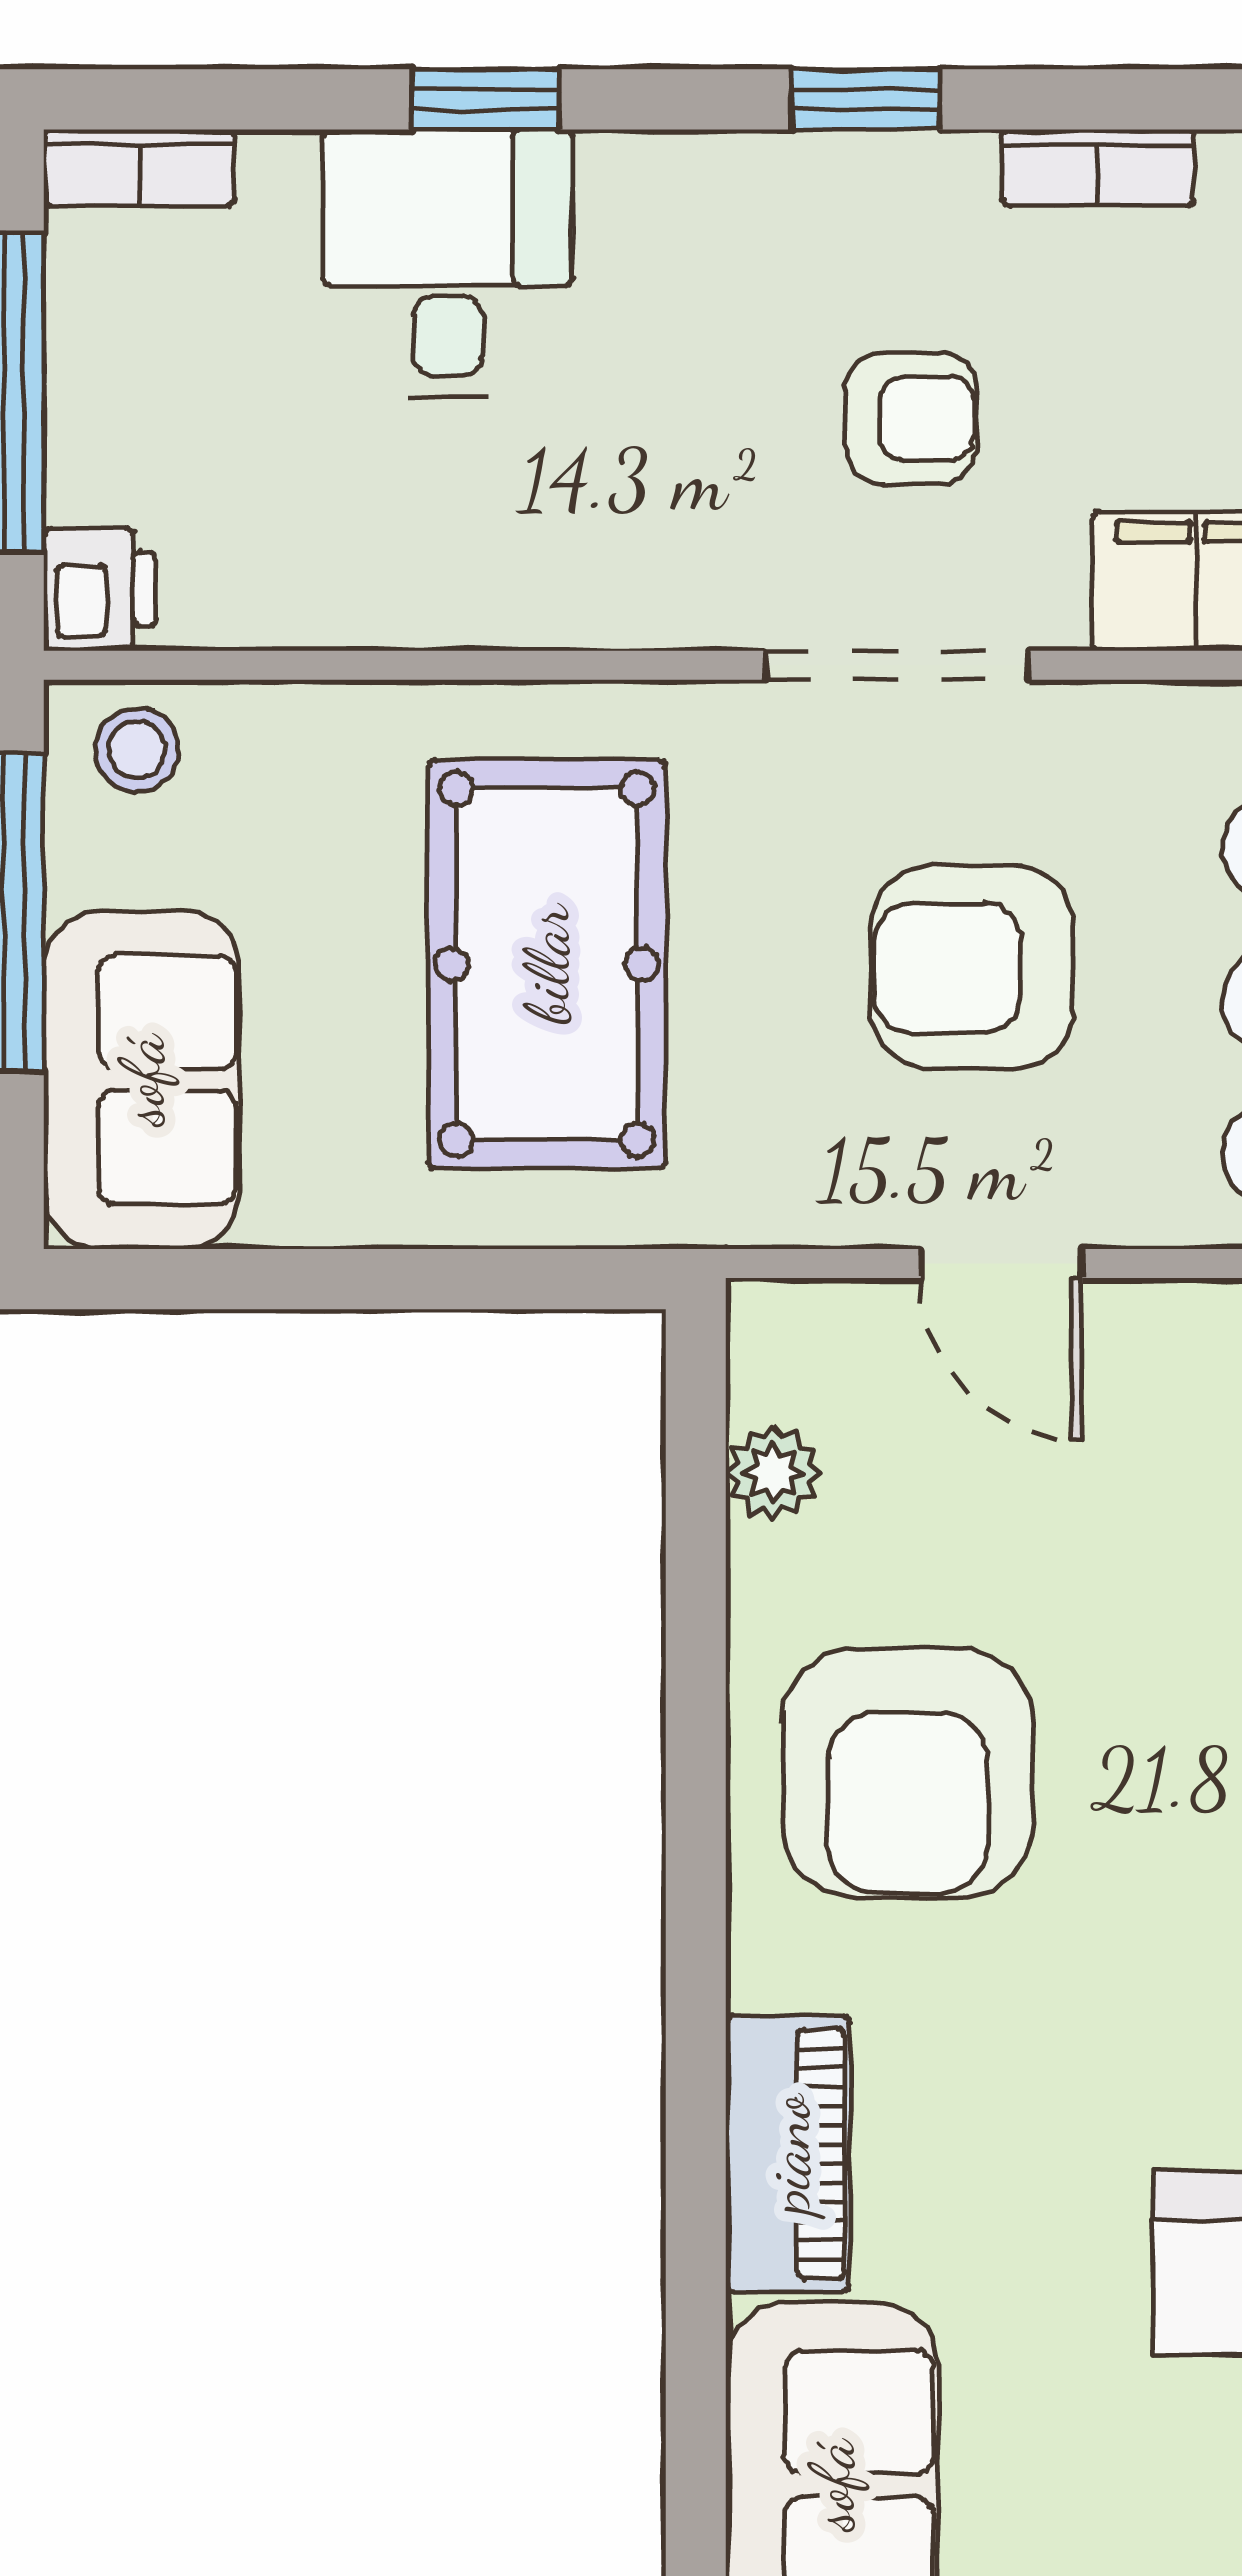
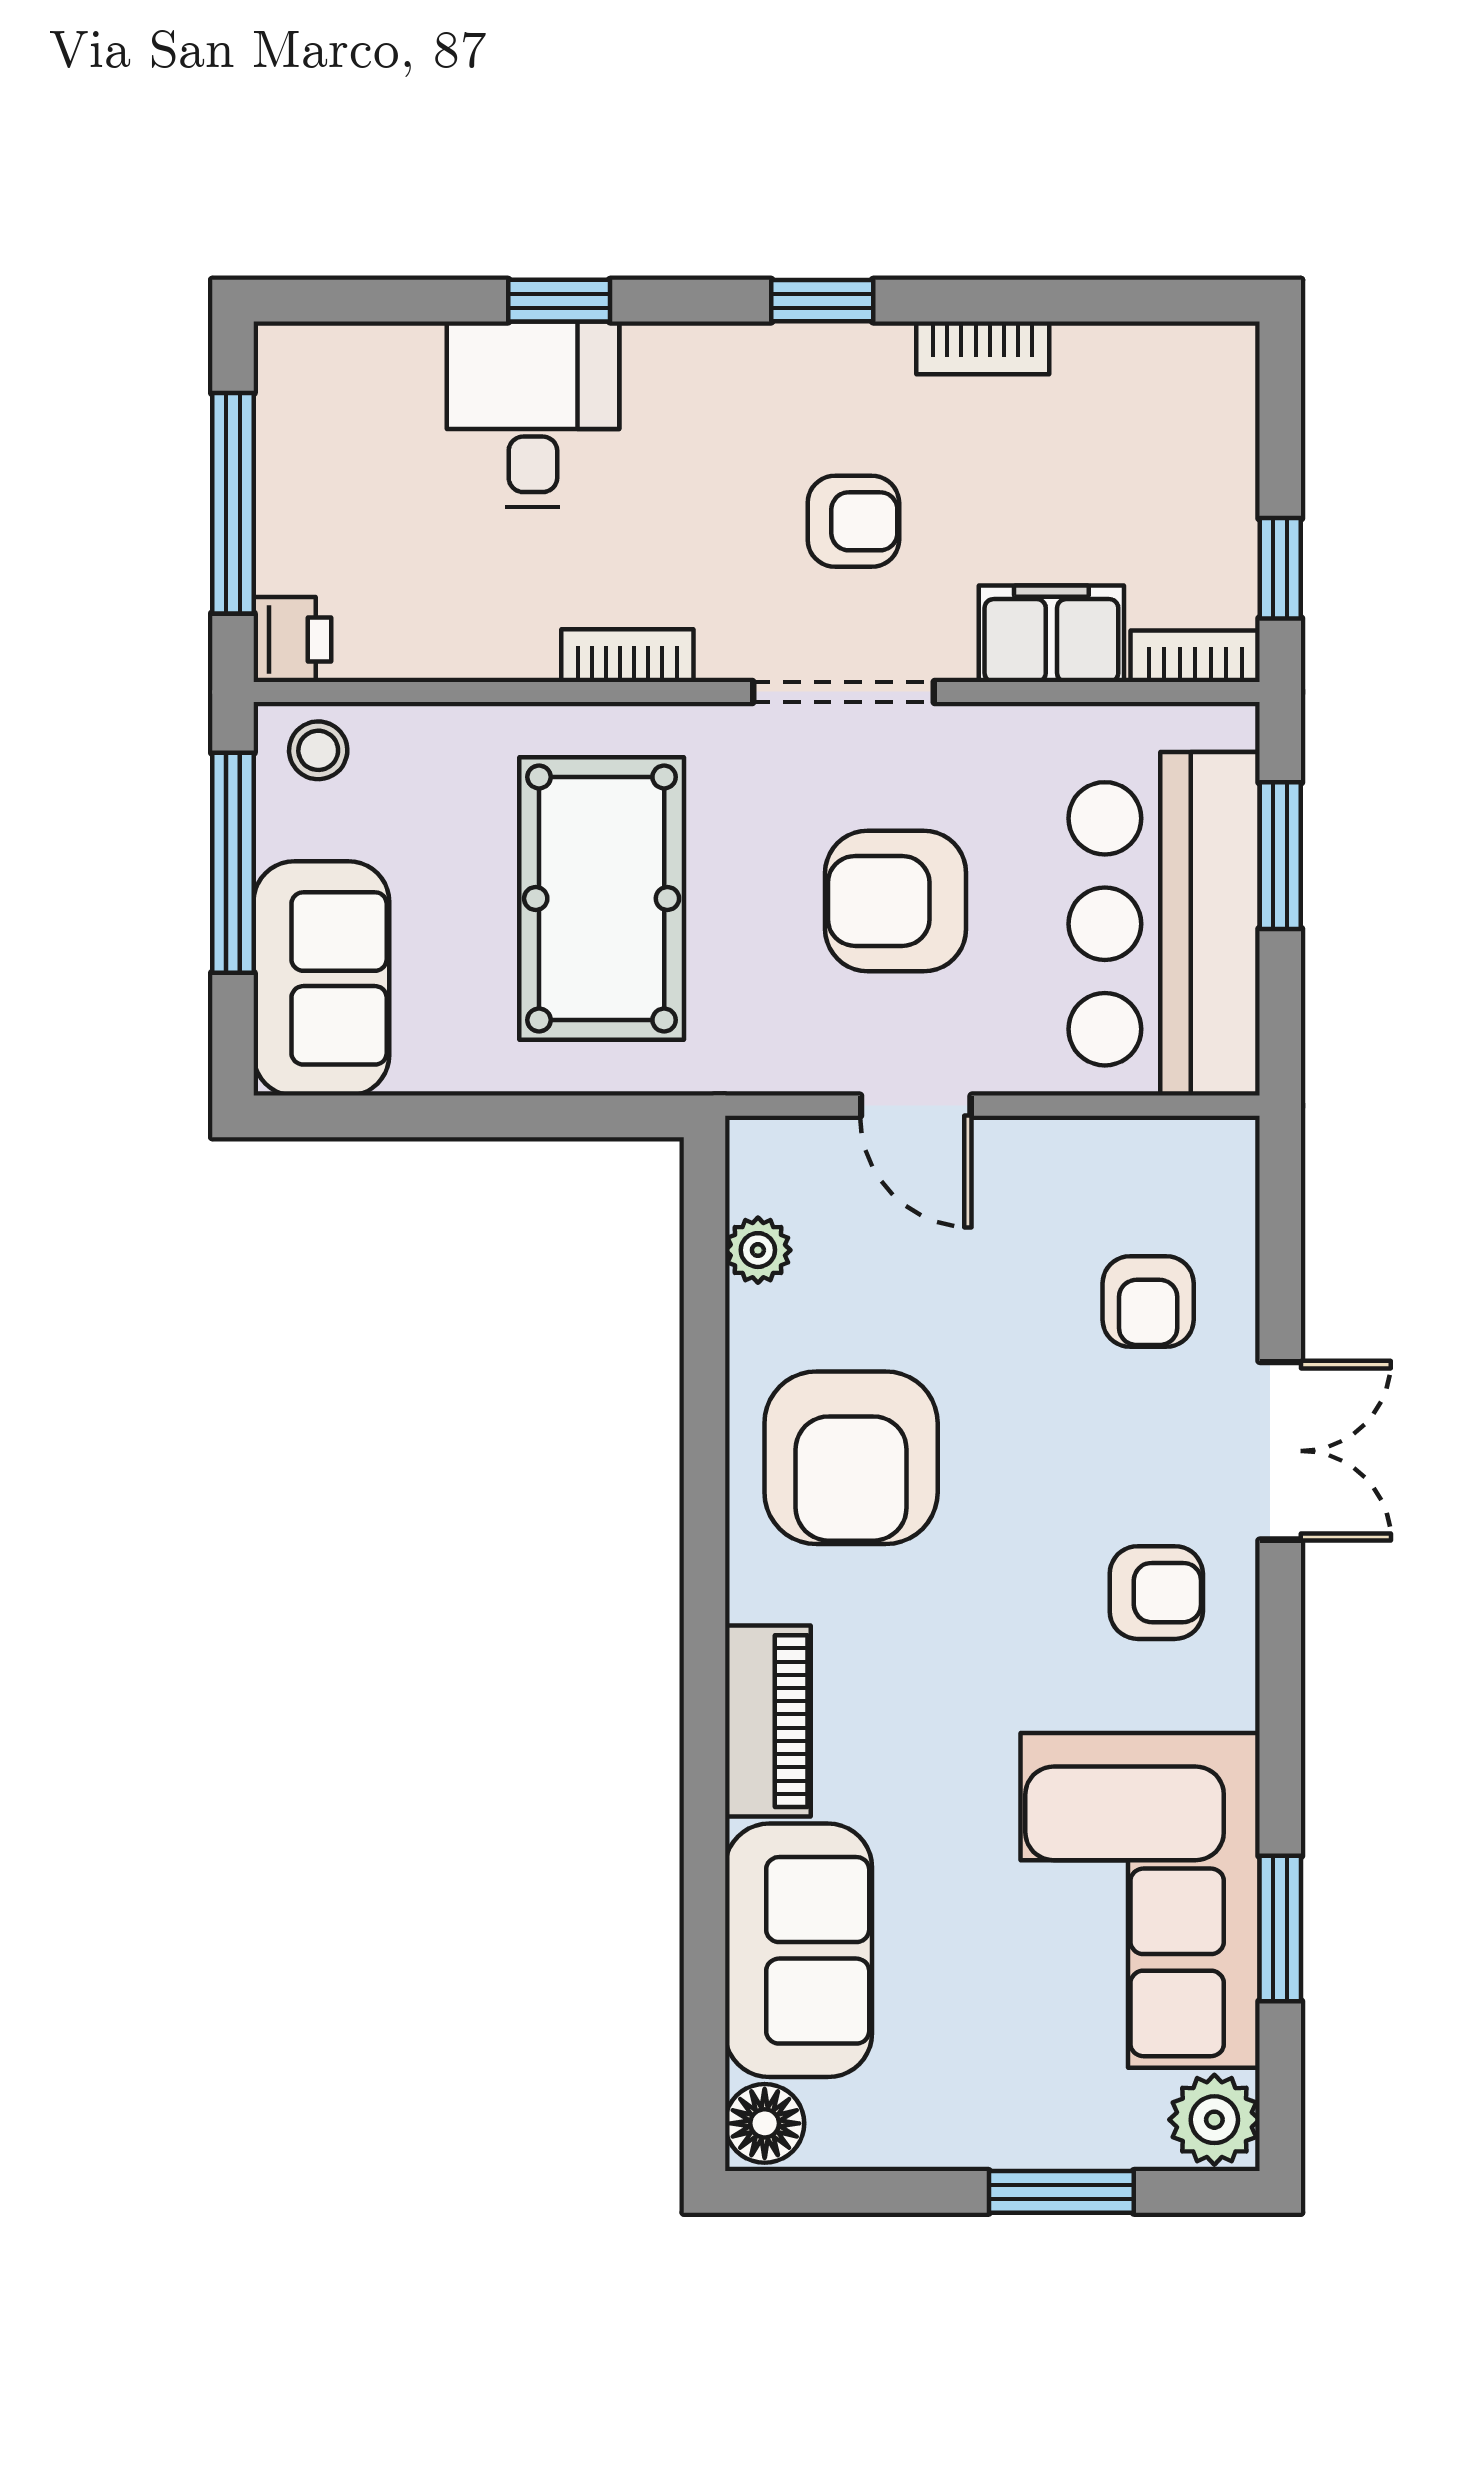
bookcase: (139, 167) -> (627, 656), moved, turned 180

